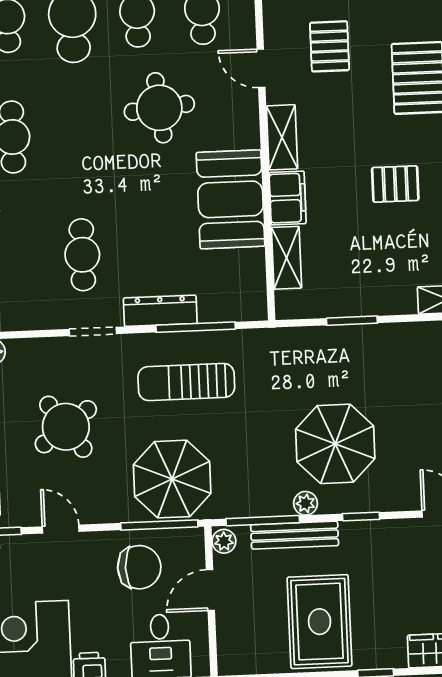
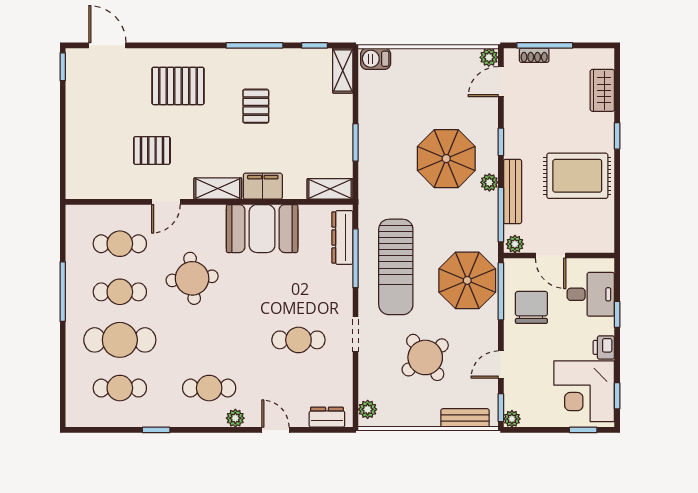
shelving: (287, 258) -> (330, 189), moved
dresser: (160, 311) -> (342, 237), moved
sun lounger: (186, 382) -> (396, 267), width x1.36, depth x1.34

